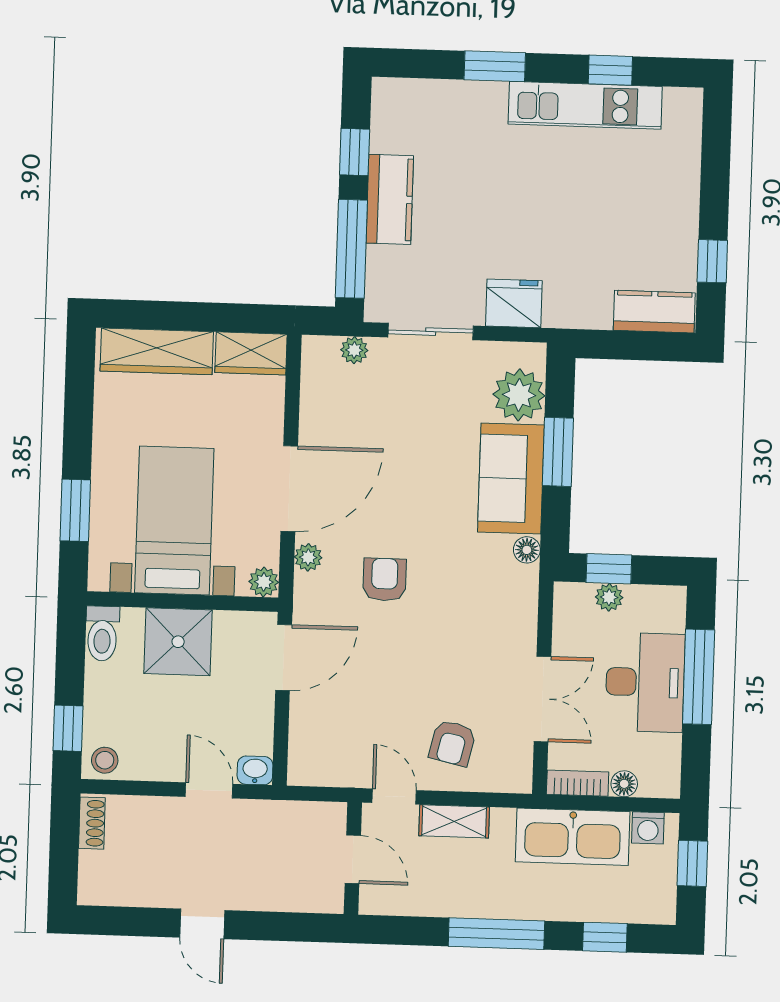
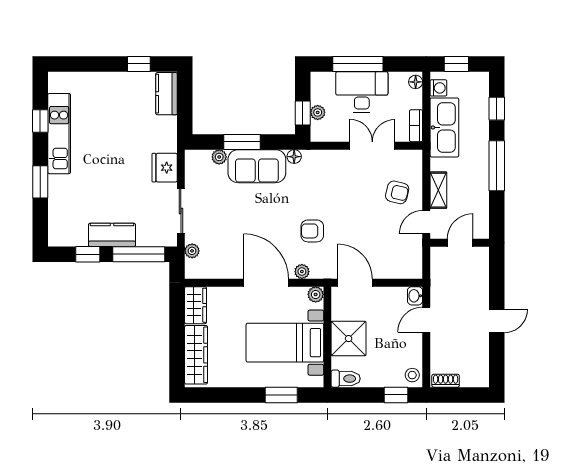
plant: (519, 395) -> (219, 157), width x0.53, depth x0.53
floor lamp: (624, 784) -> (416, 82), moved

